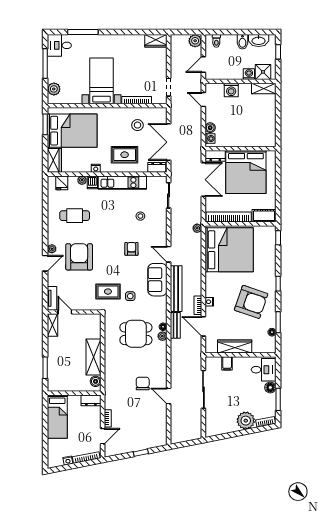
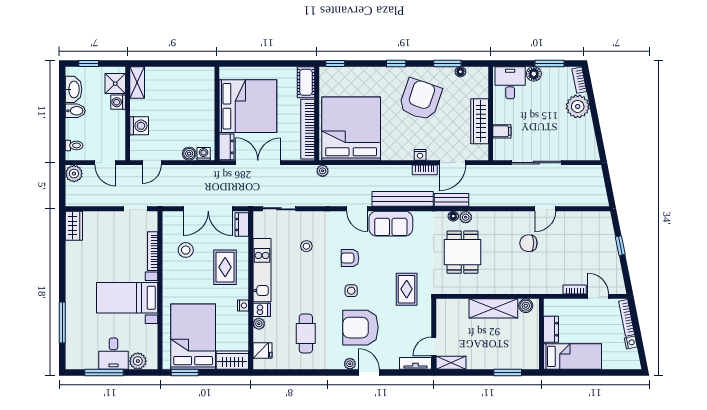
desk: (59, 45) -> (114, 354), moved
door: (169, 254) -> (357, 209), hinge flipped
side table: (130, 296) -> (351, 291), moved
dresser: (91, 400) -> (551, 329), moved

